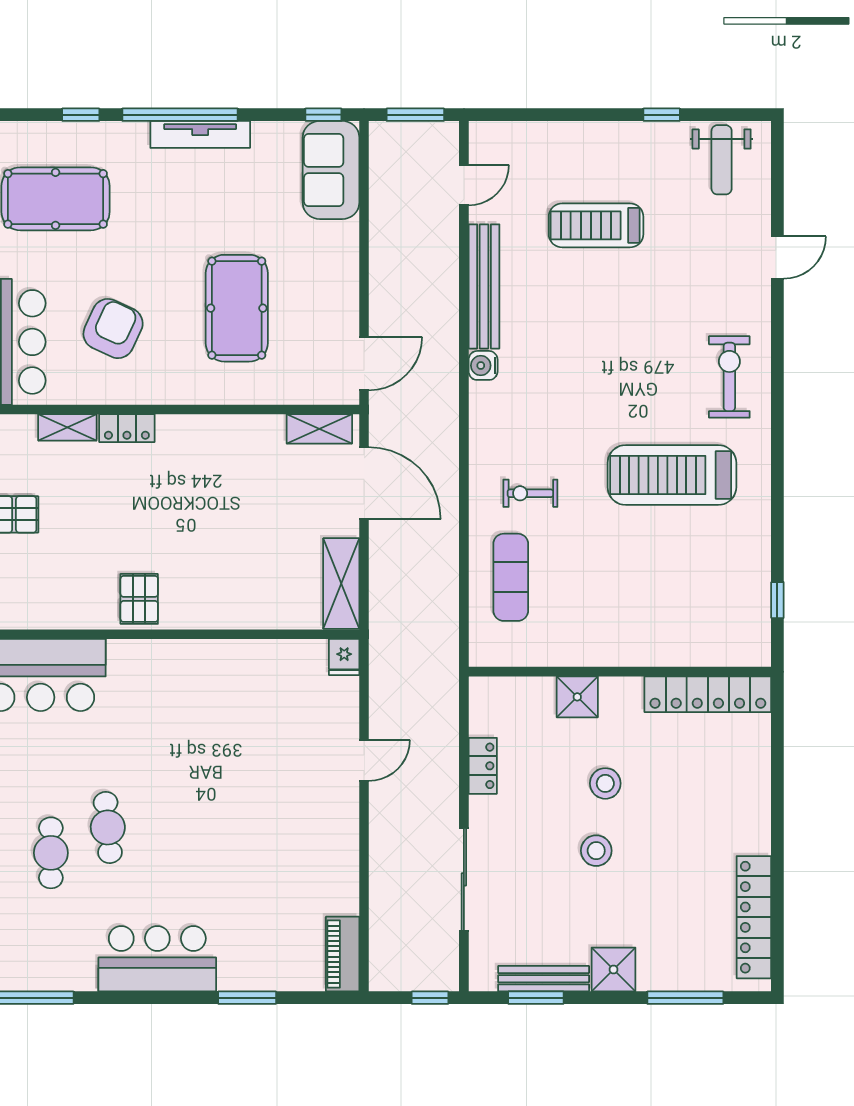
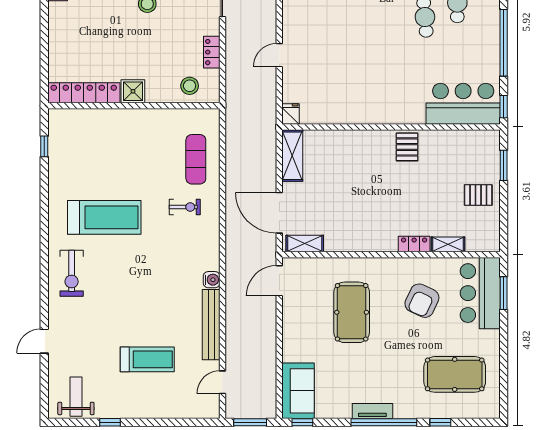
tv unit: (200, 134) -> (372, 411), width x0.71
shower: (577, 697) -> (133, 91), moved
stool: (605, 783) -> (190, 86), moved

